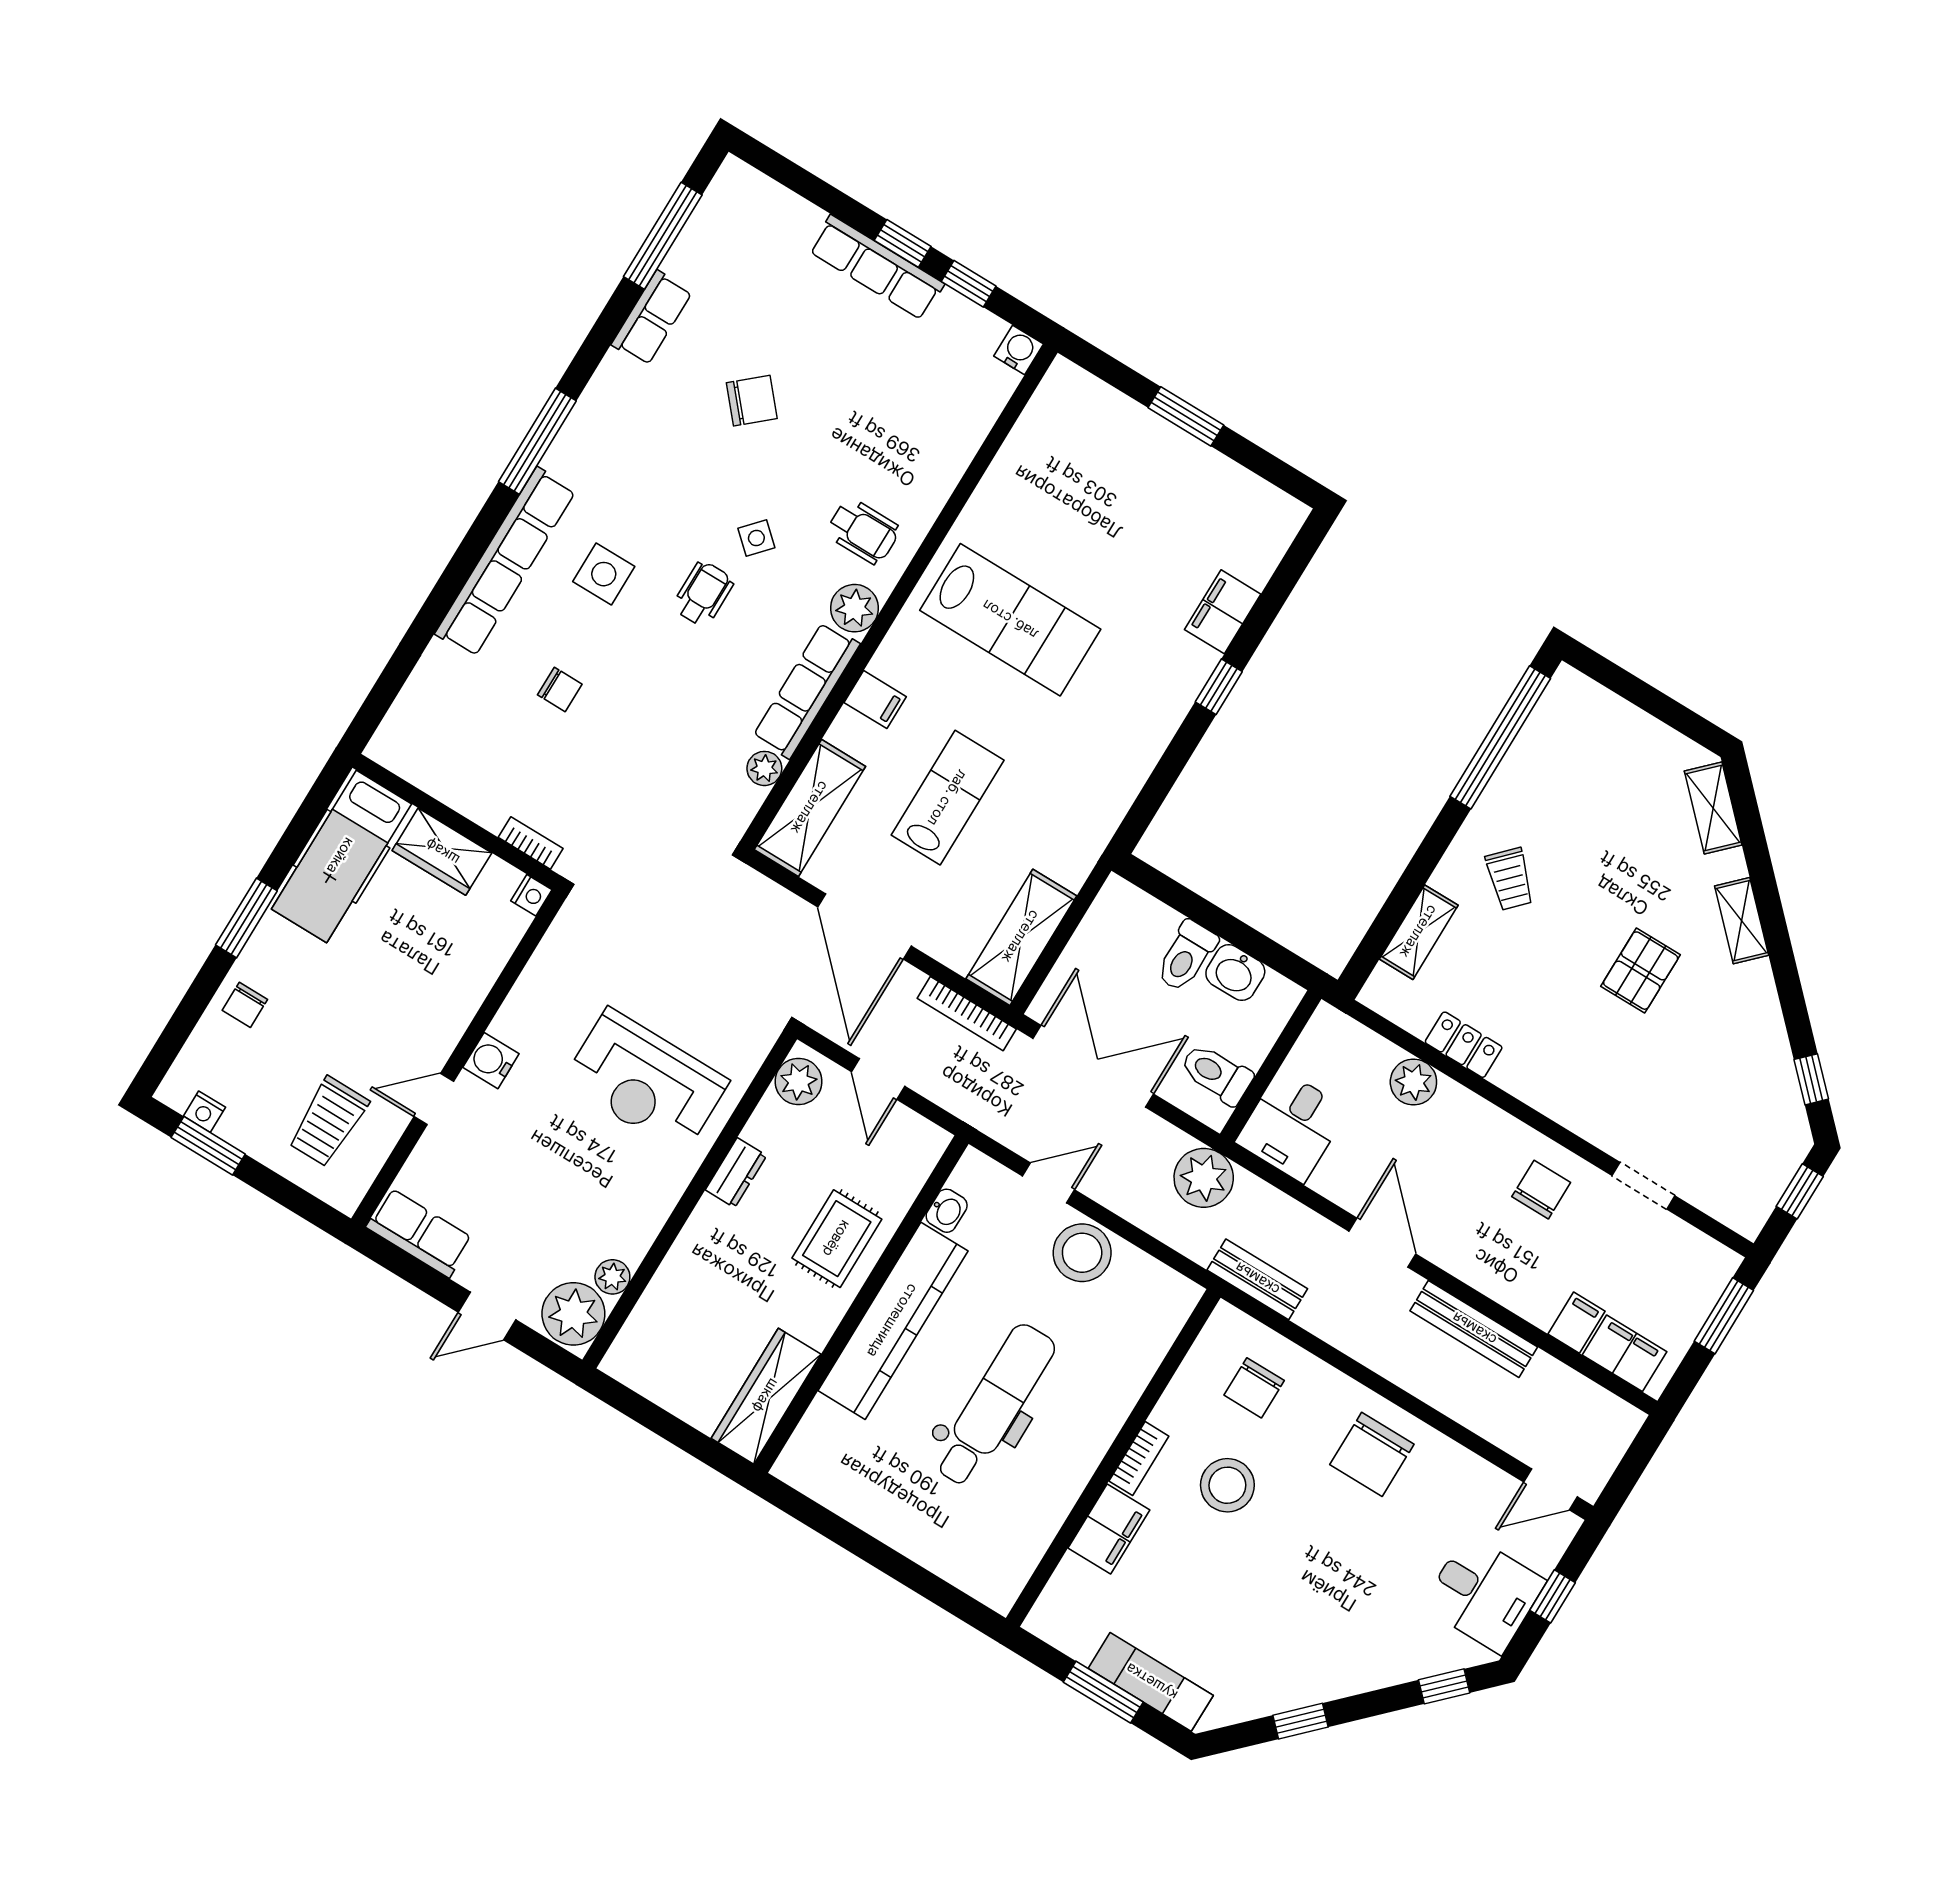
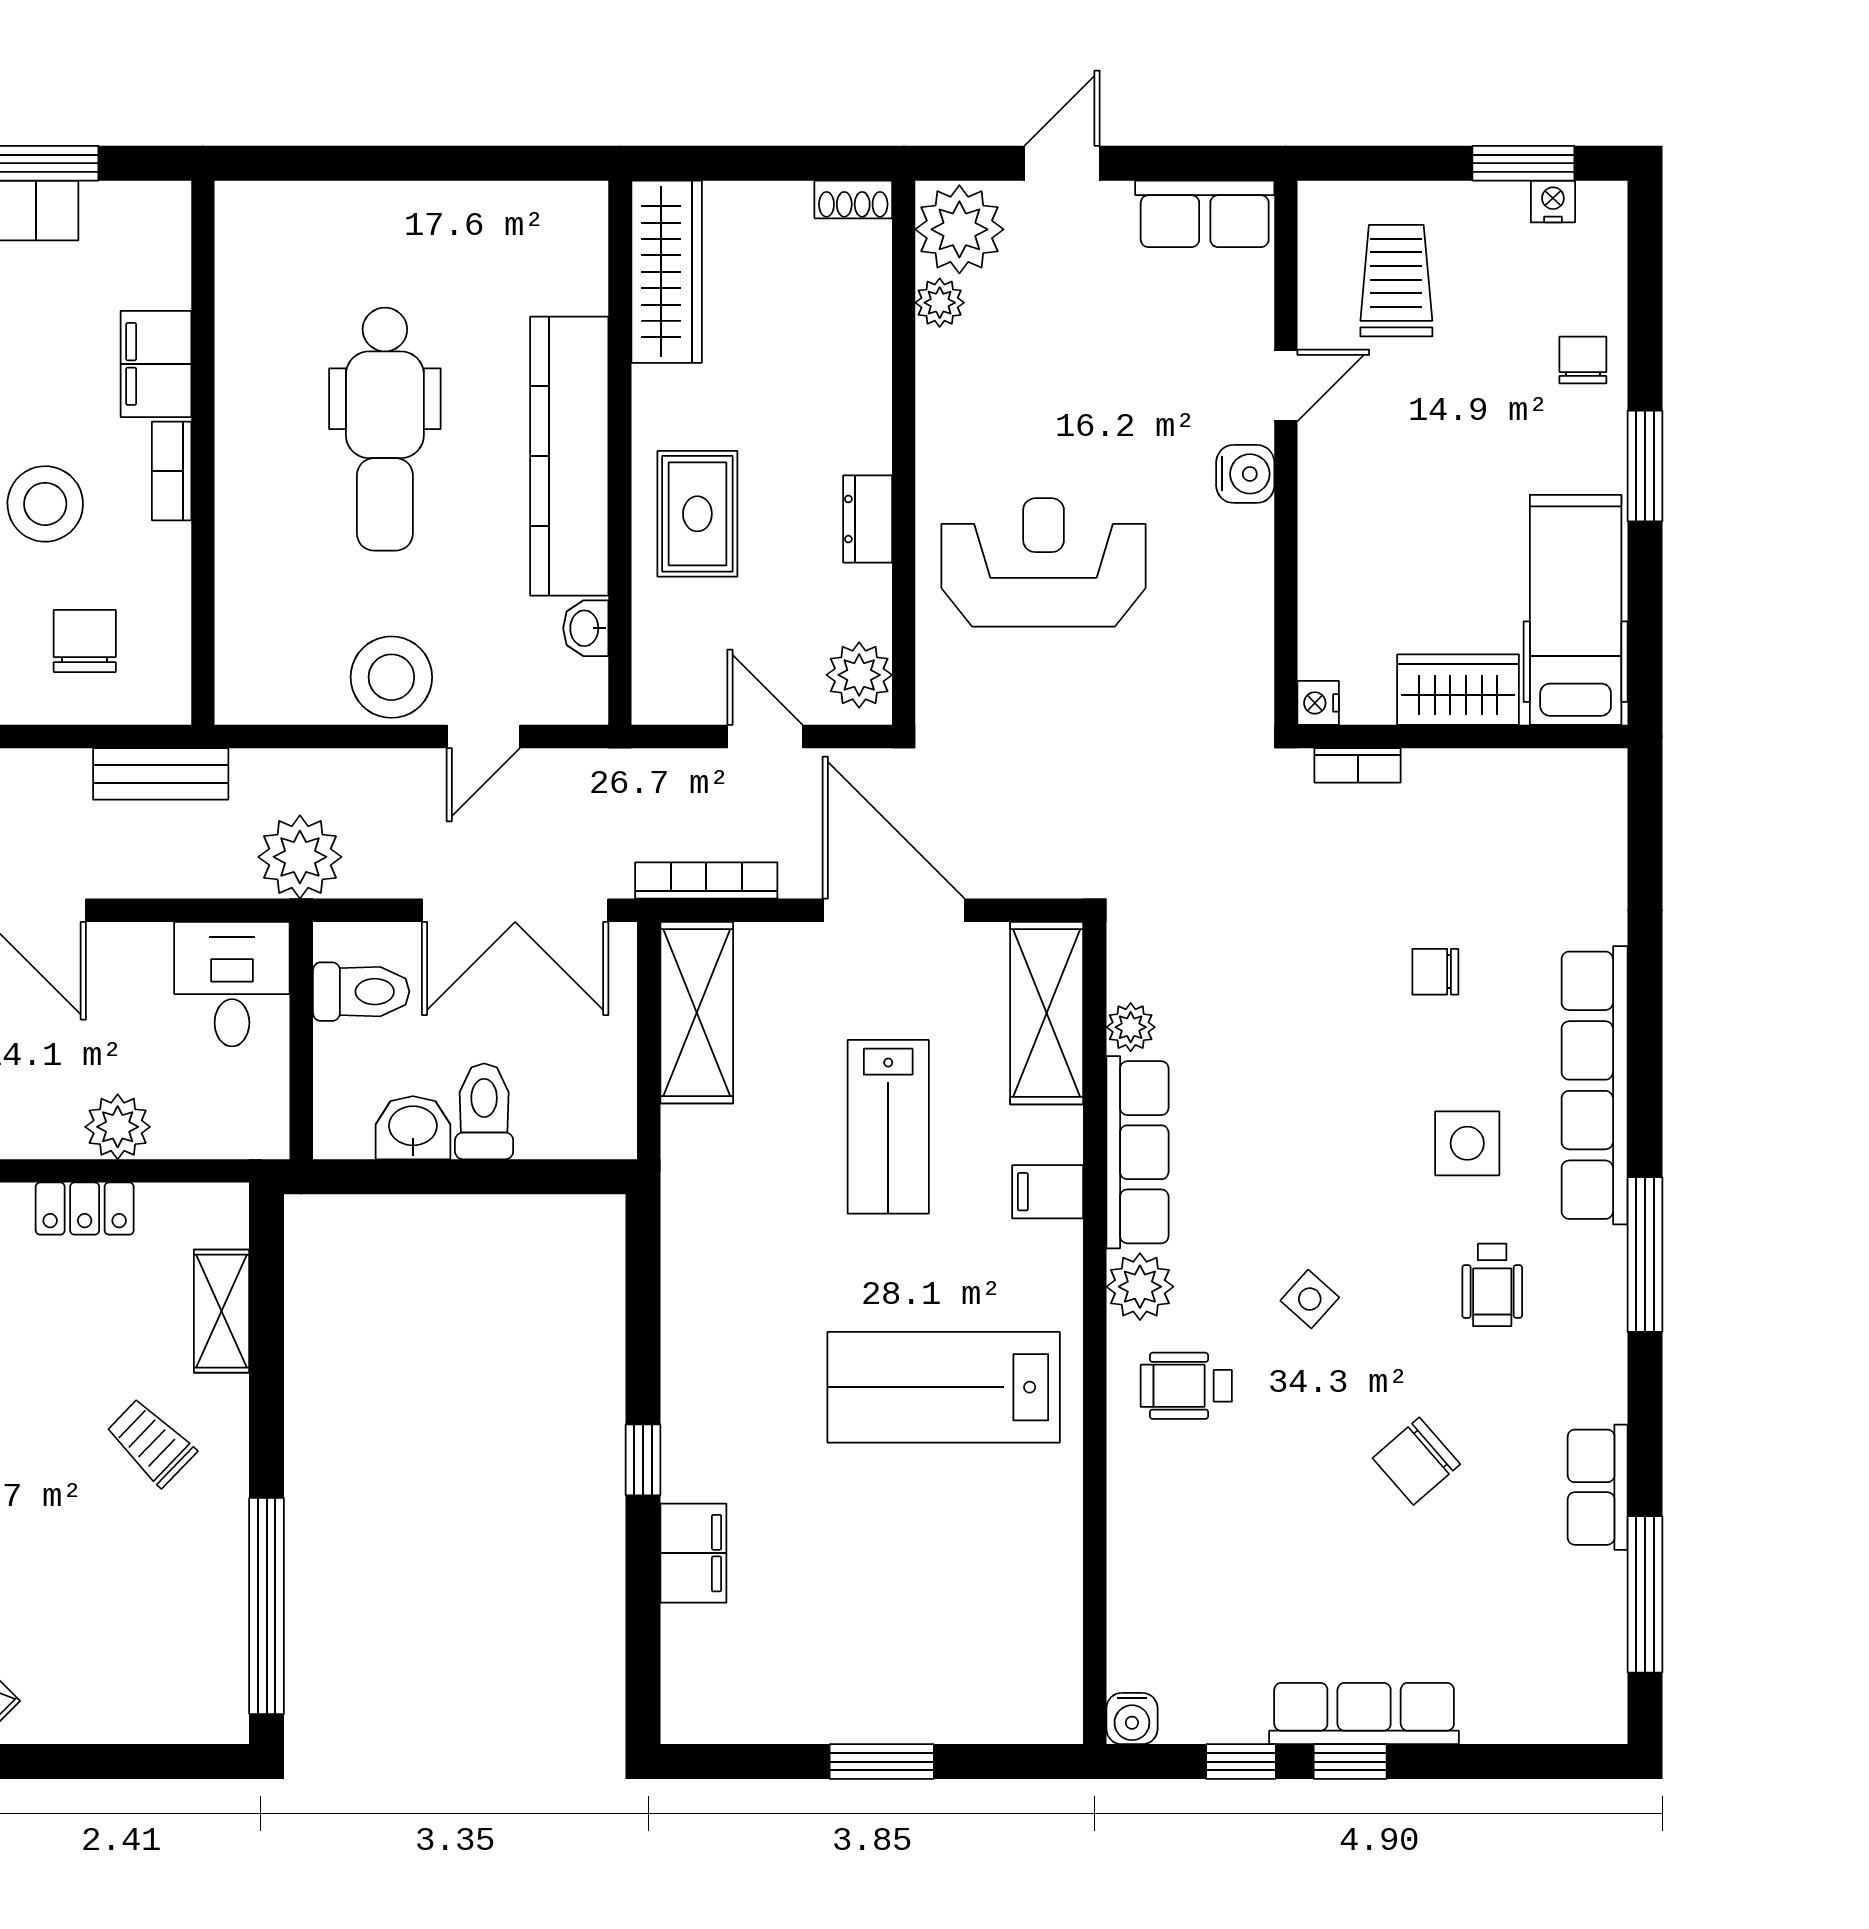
wheelchair: (703, 594) -> (1492, 1285), moved
shoe rack: (627, 1371) -> (853, 199), added

